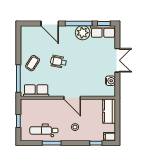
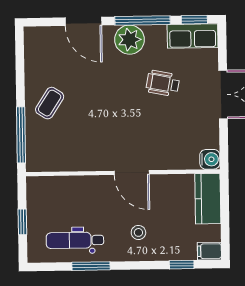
plant: (83, 33) -> (130, 40), moved
wheelchair: (58, 62) -> (163, 83), moved
water cooler: (110, 81) -> (210, 159), moved
row of seats: (36, 91) -> (58, 159), removed

